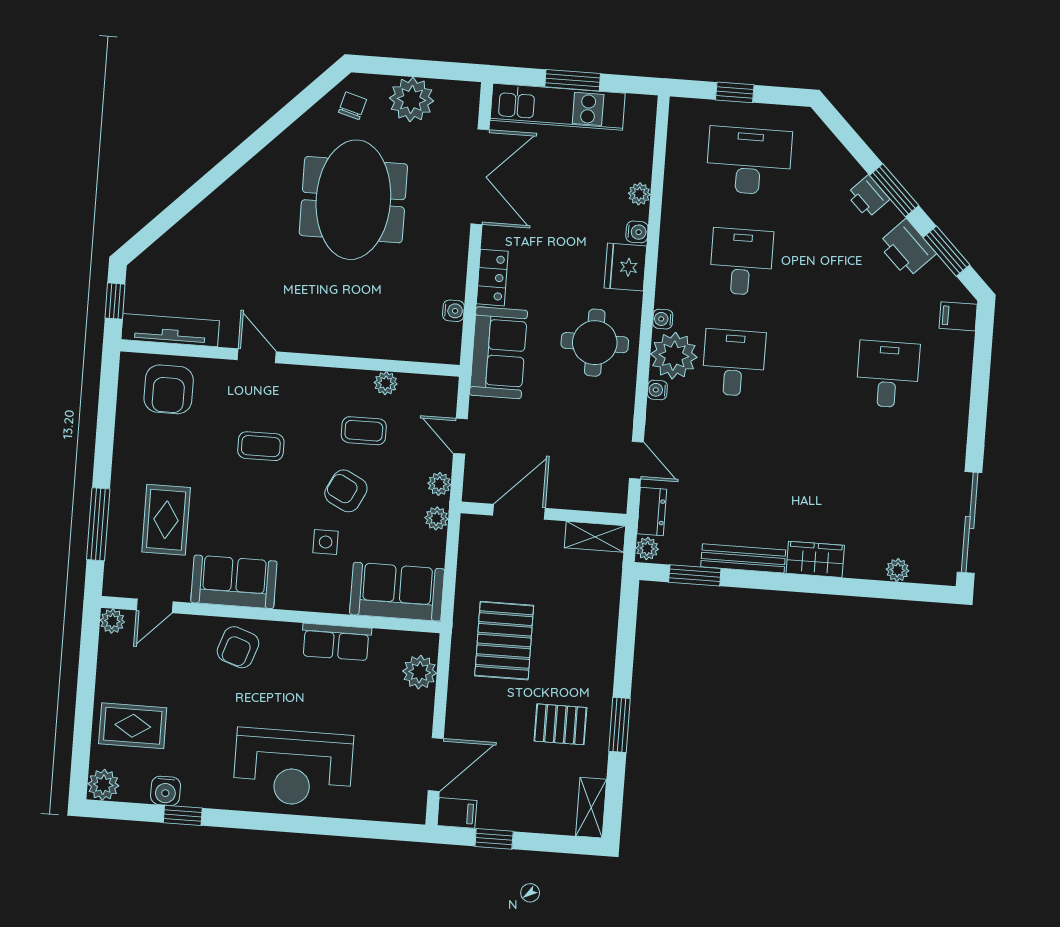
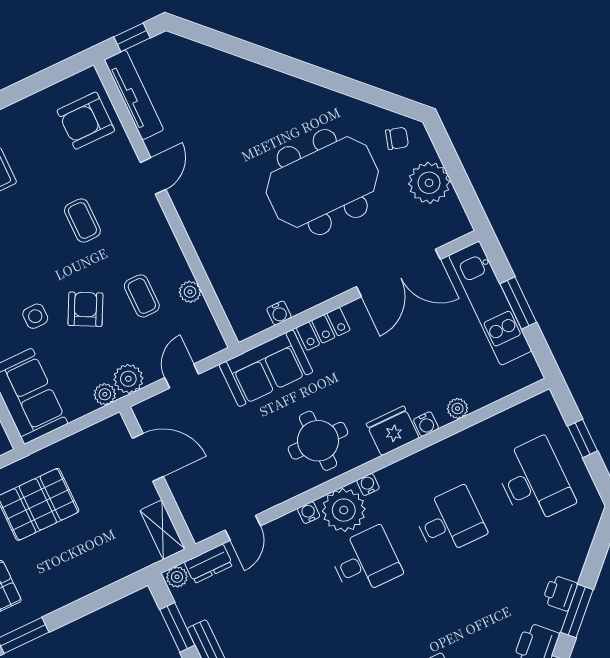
plant: (439, 484) -> (128, 379), width x1.38, depth x1.38

